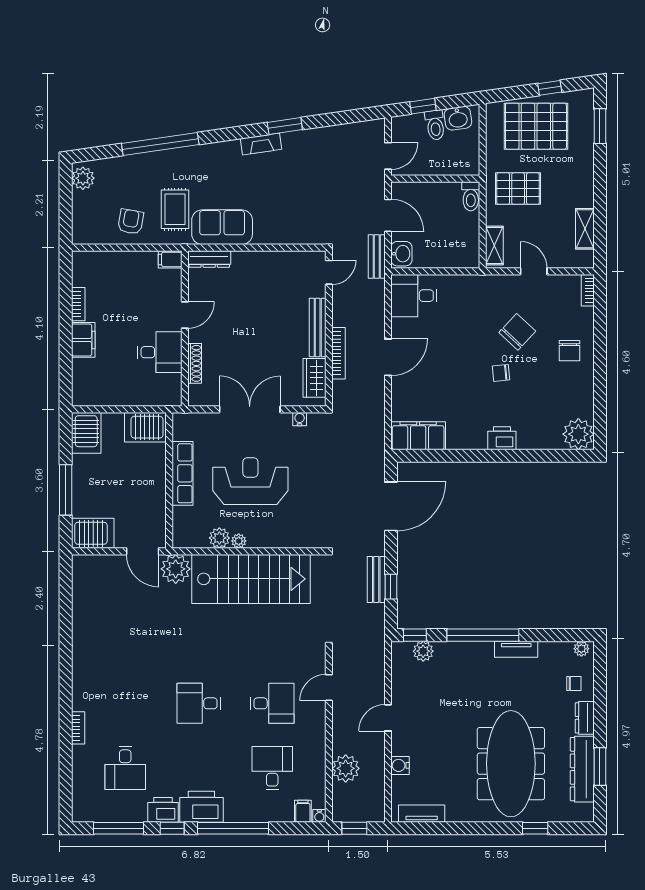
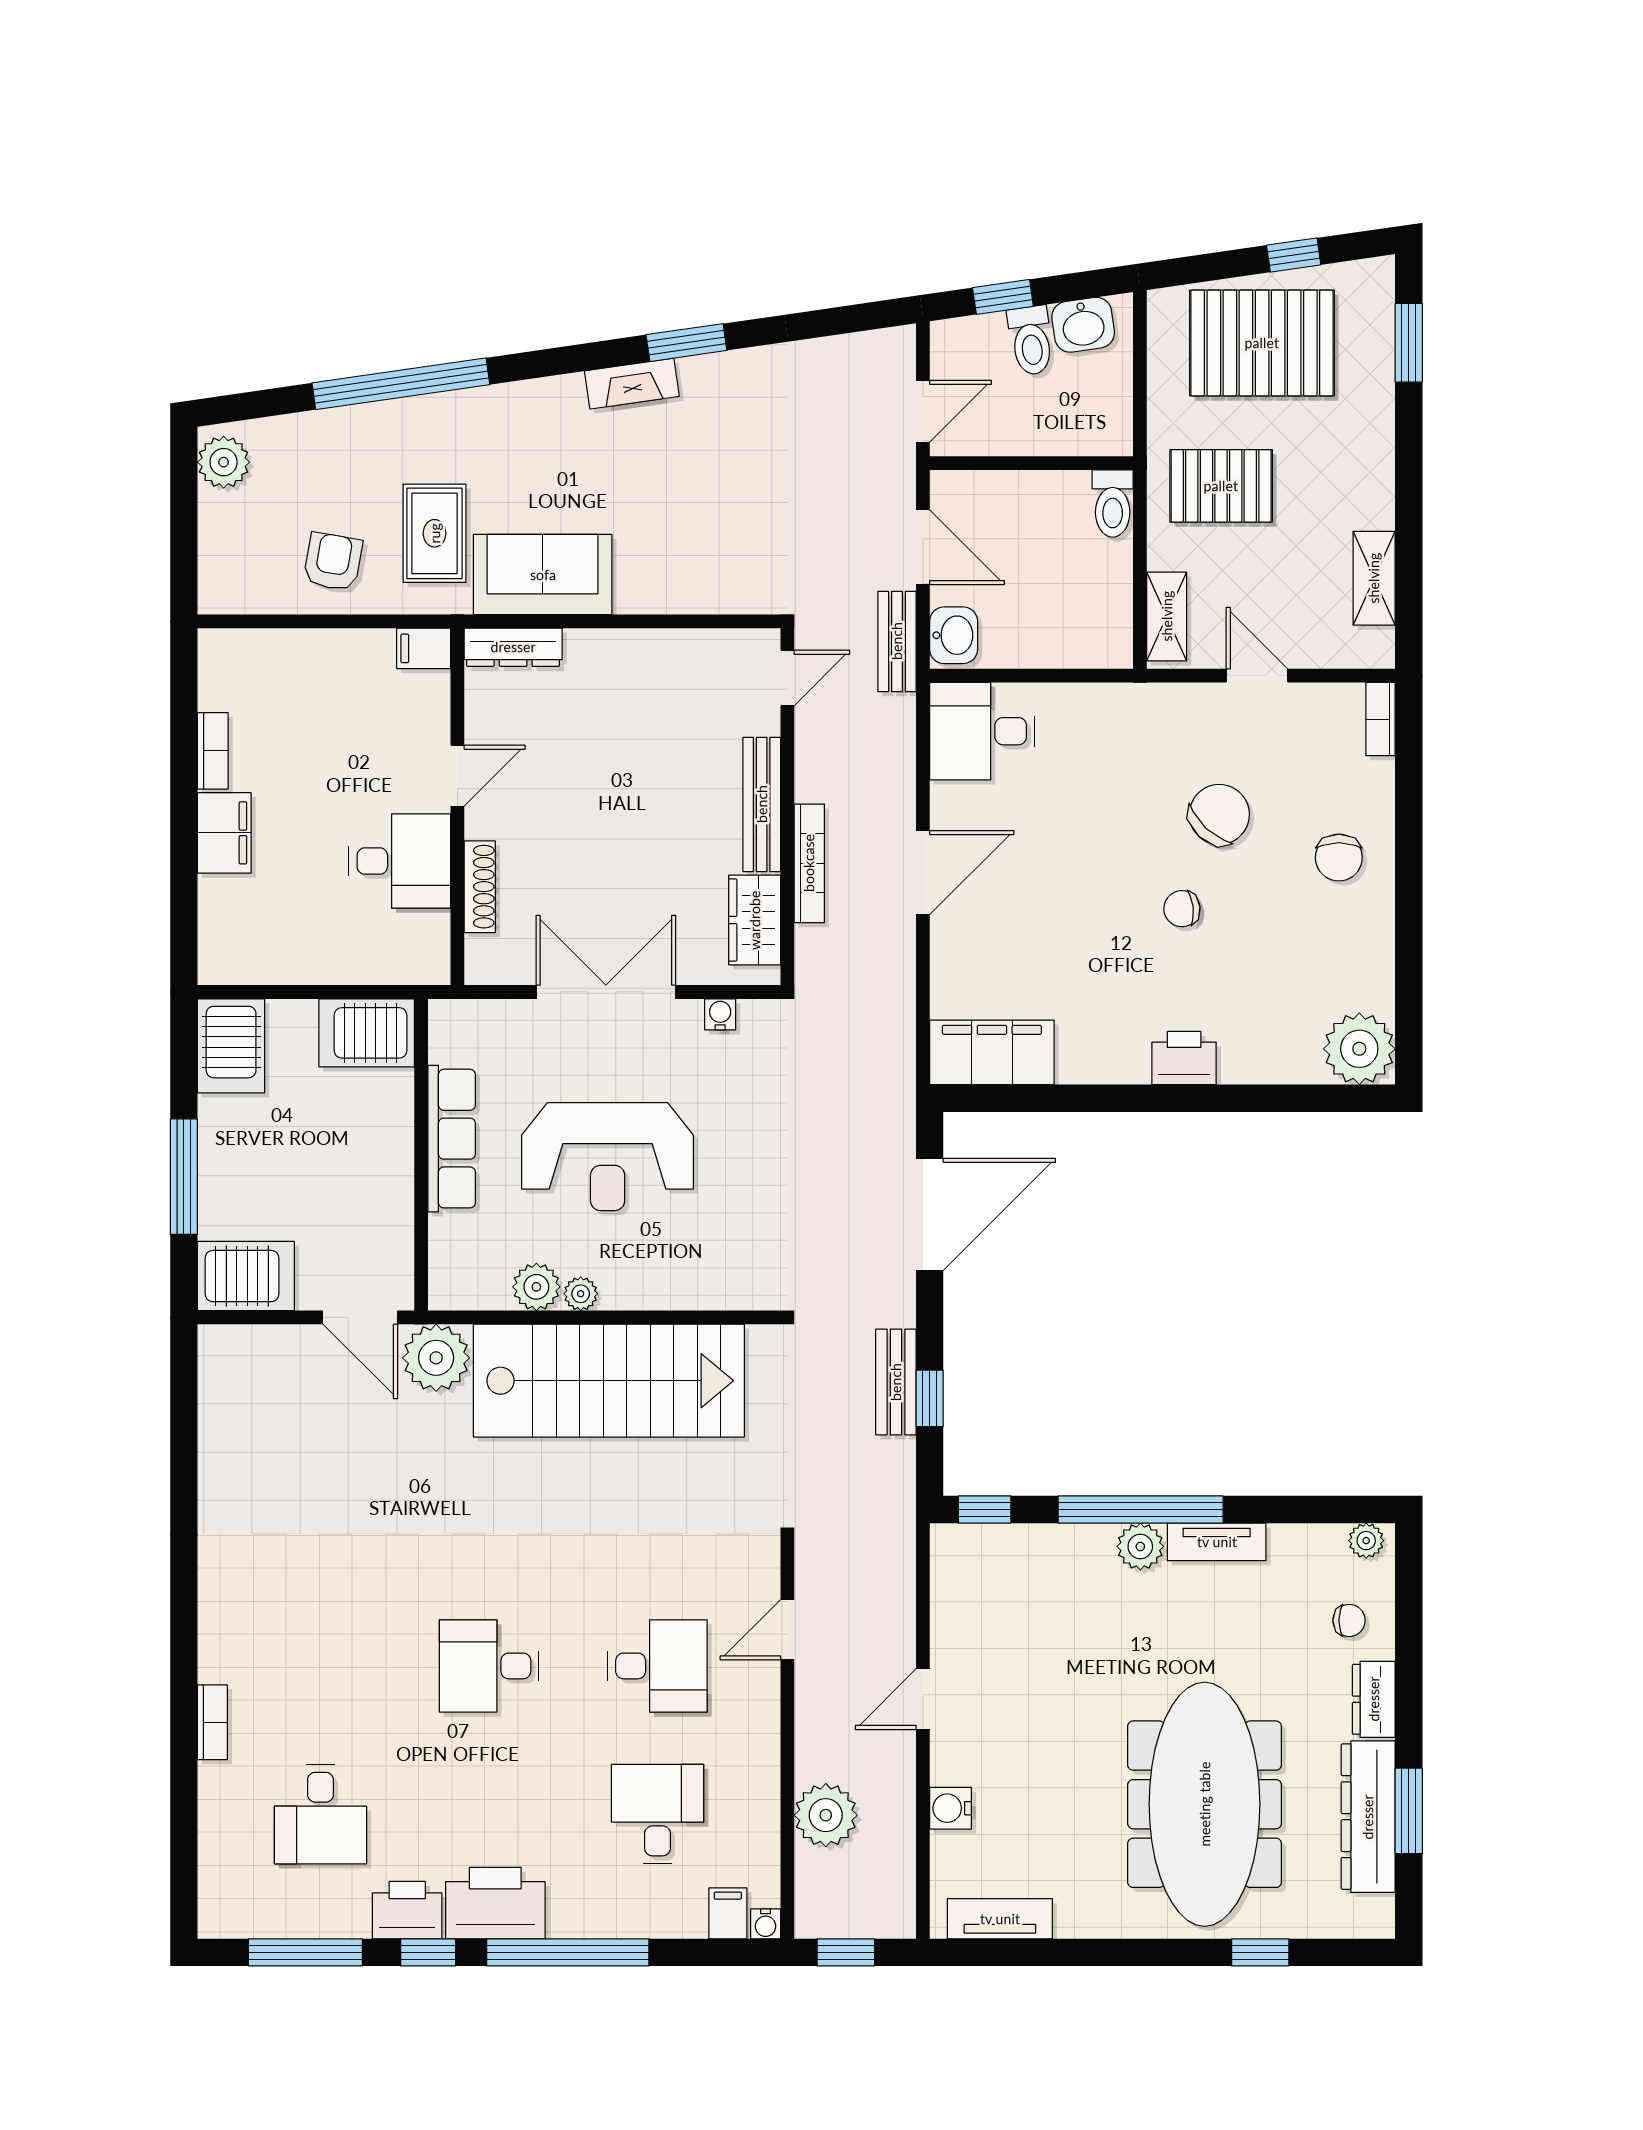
reception desk: (250, 481) -> (608, 1157), turned 180
plant: (423, 651) -> (1140, 1546), moved

